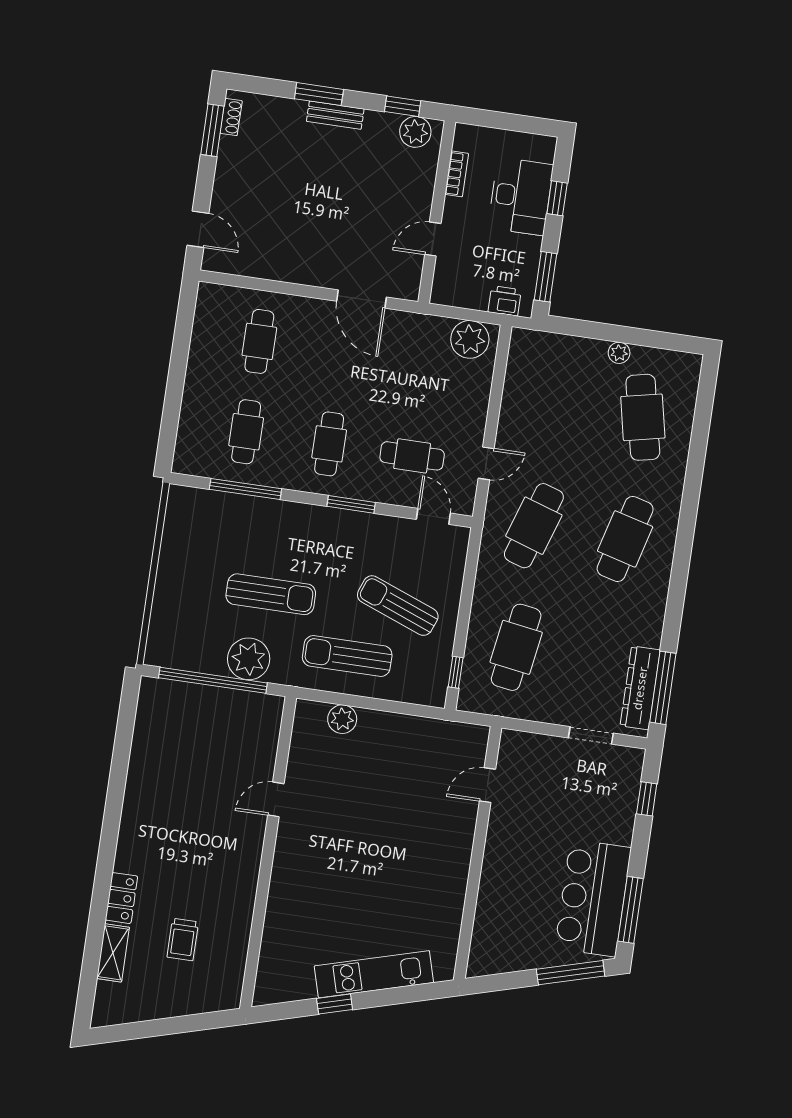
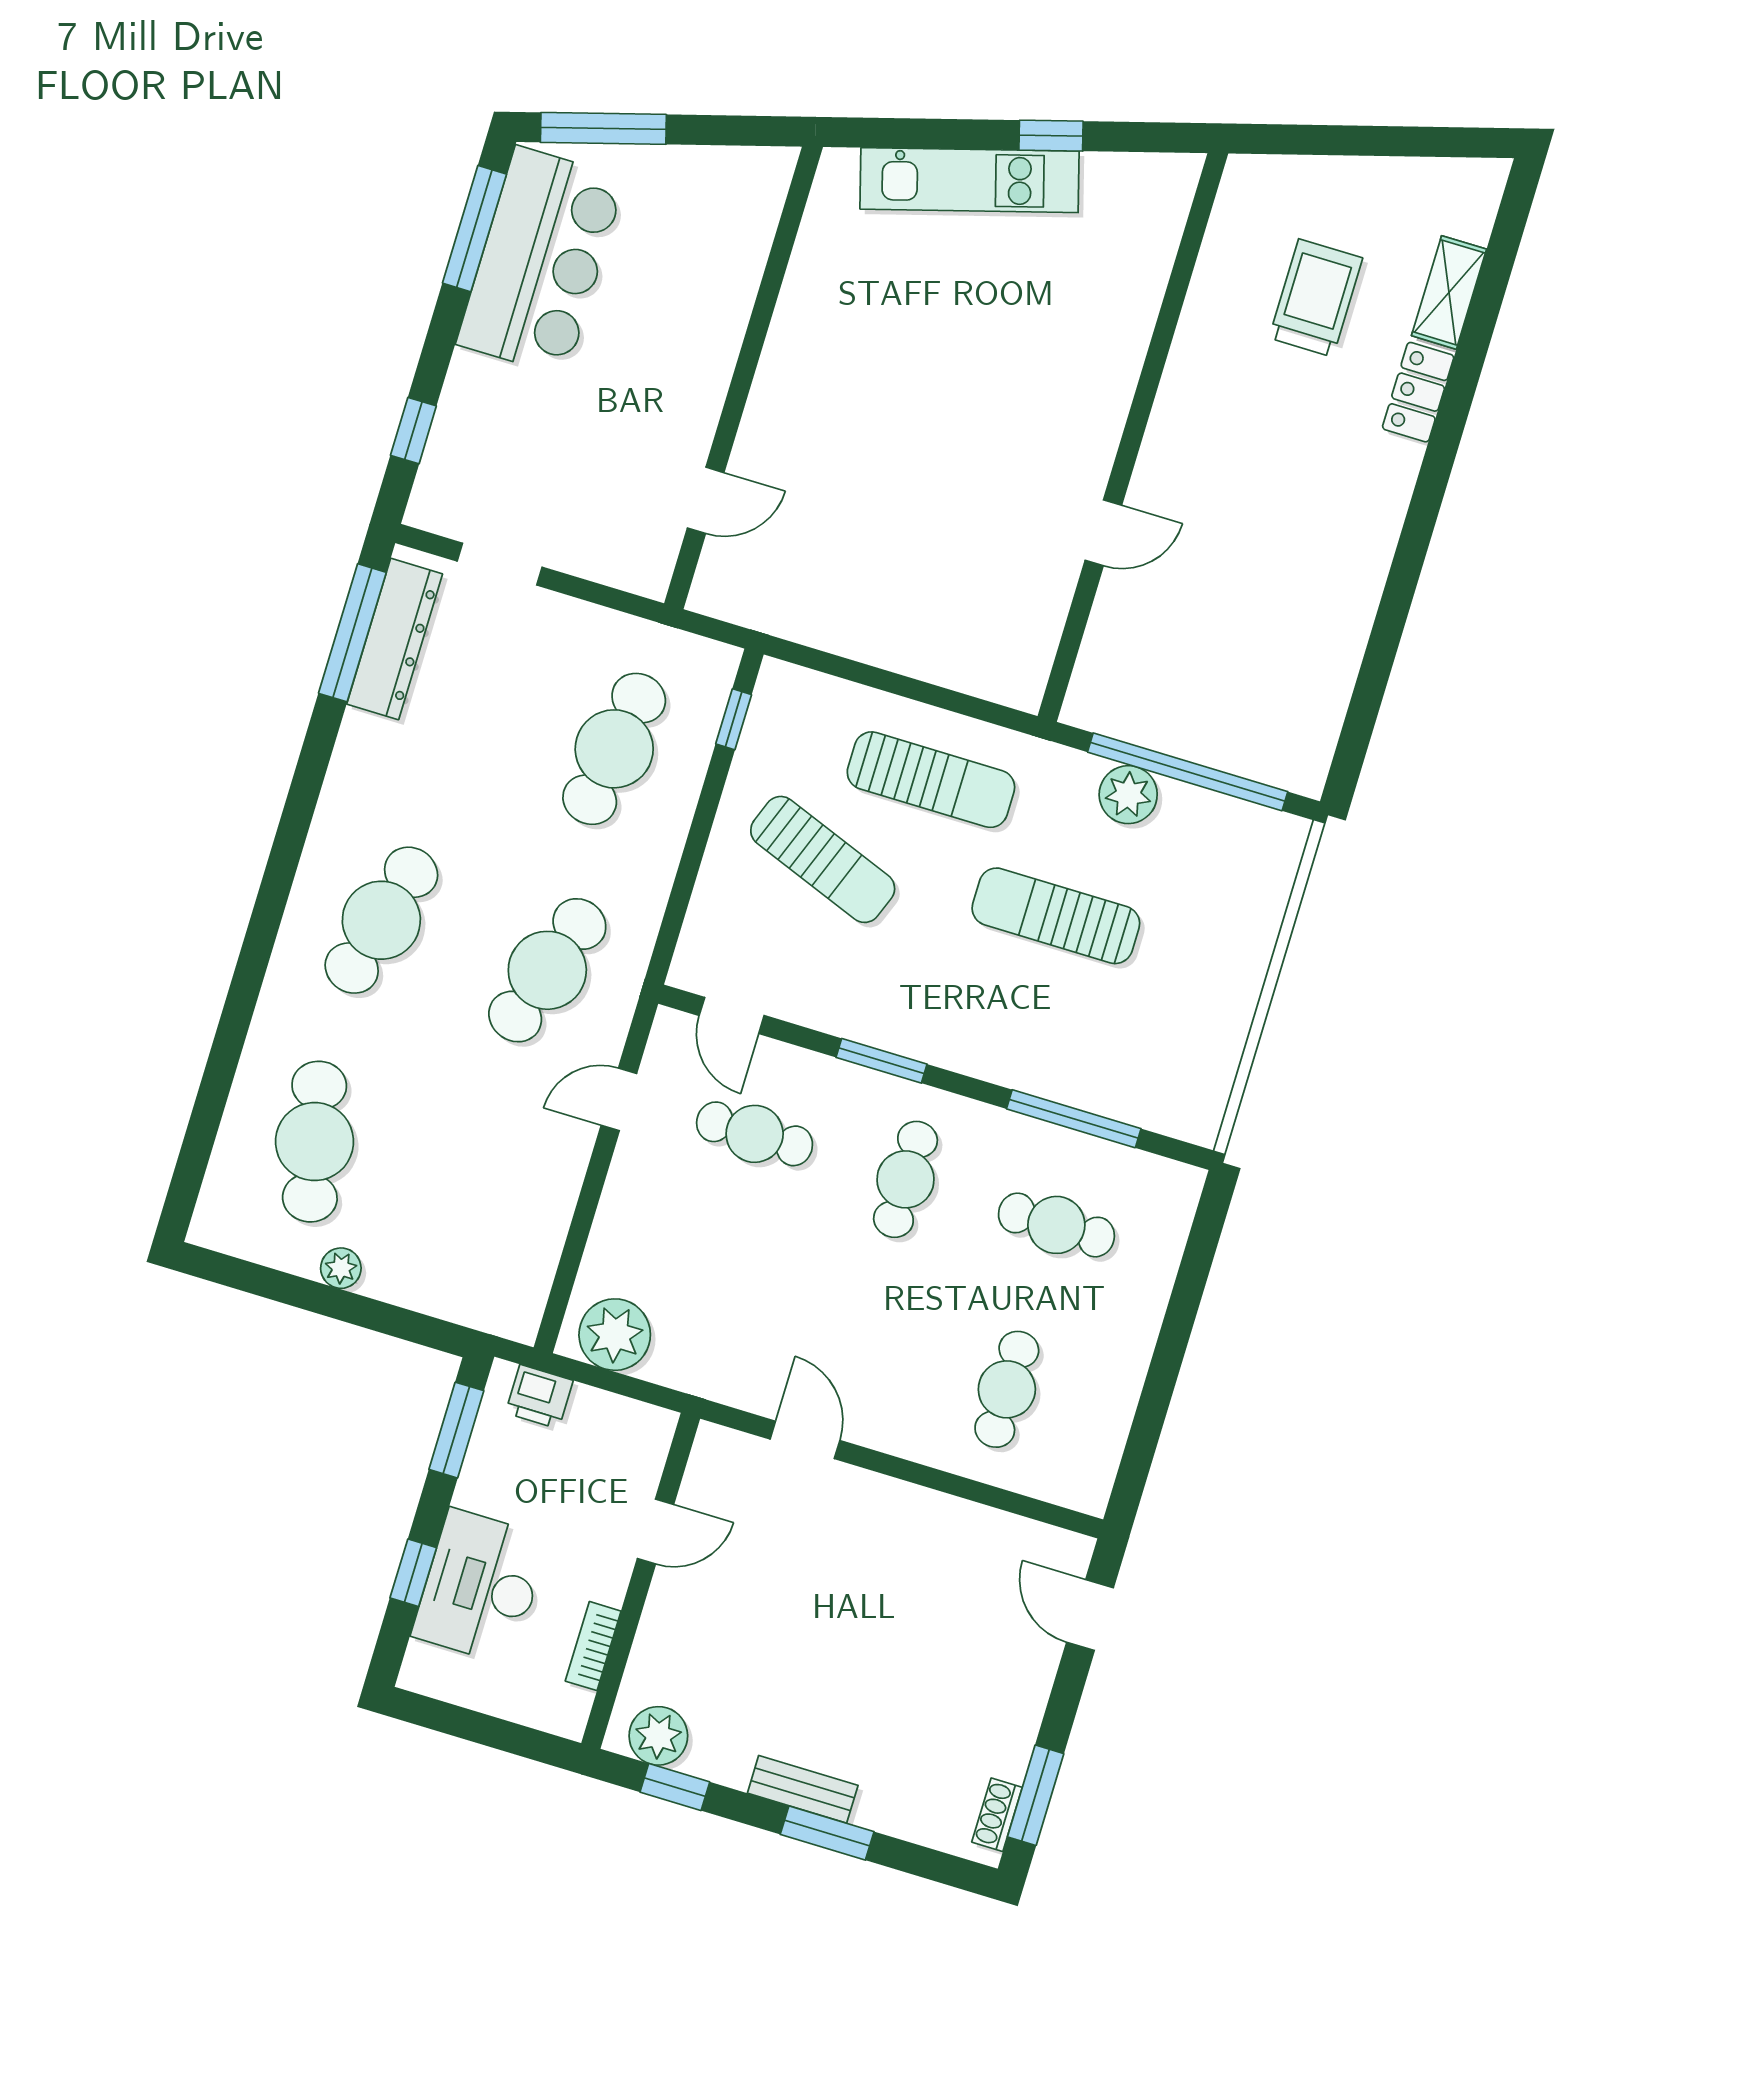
door: (362, 299) -> (805, 1440), width x0.73
cafe table: (246, 432) -> (1056, 1225), turned 90
plant: (249, 659) -> (1128, 795), width x0.73, depth x0.73
plant: (342, 719) -> (958, 664), removed
trolley: (183, 940) -> (1316, 298), width x1.36, depth x1.39

